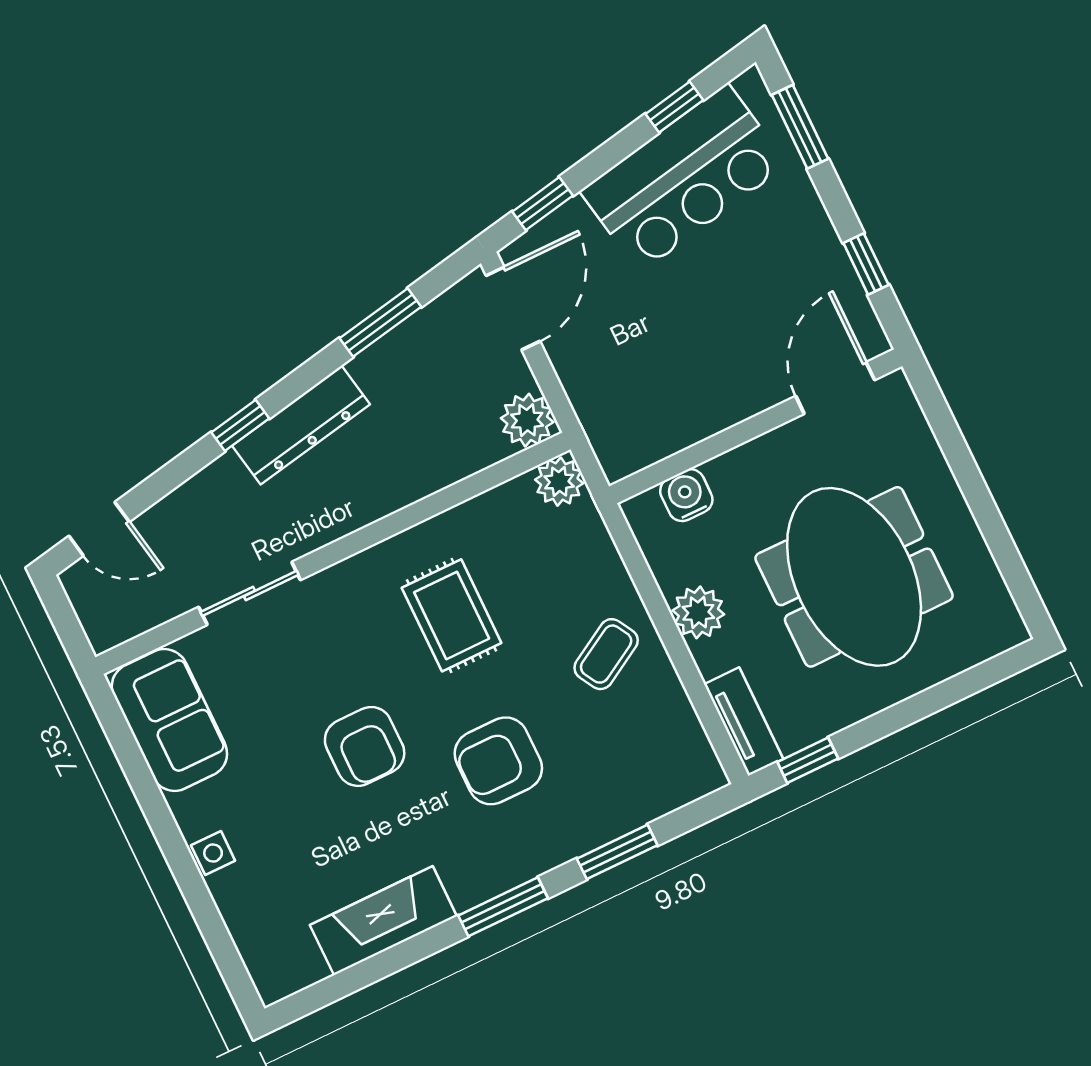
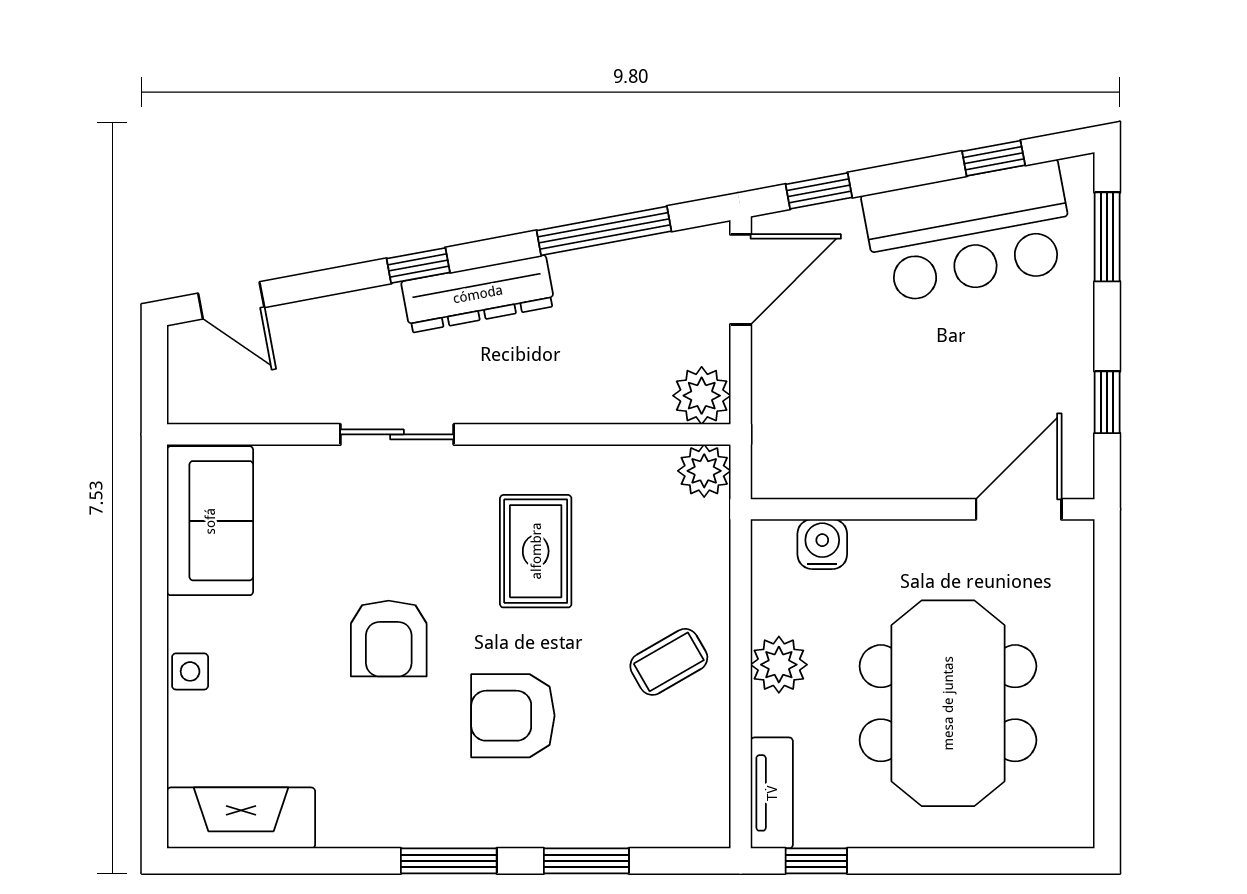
window: (380, 323) -> (604, 231), width x1.44
sliding door: (249, 593) -> (397, 434), moved
fireplace: (383, 921) -> (241, 818), moved

